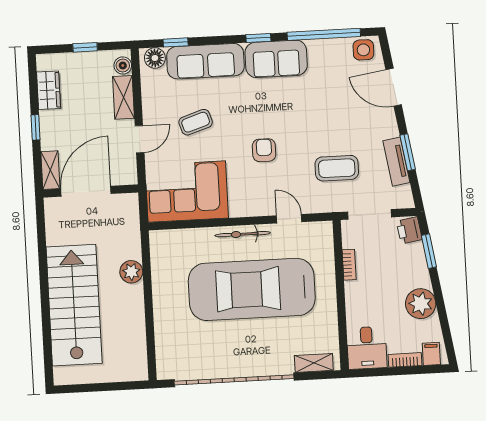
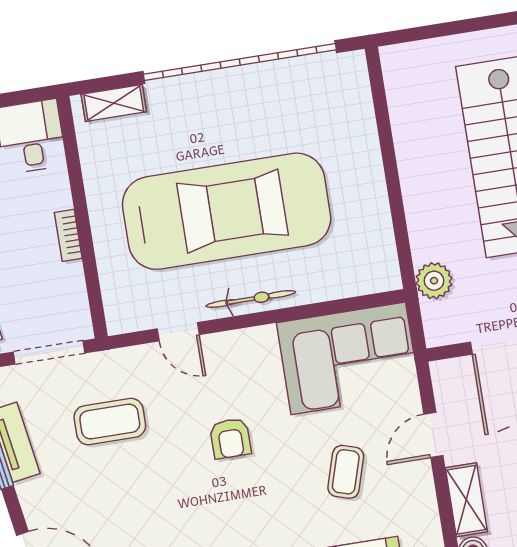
coffee table: (196, 122) -> (346, 472), turned -55
bookcase: (349, 265) -> (68, 235), moved
plant: (131, 272) -> (434, 281), moved

